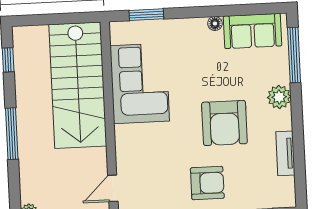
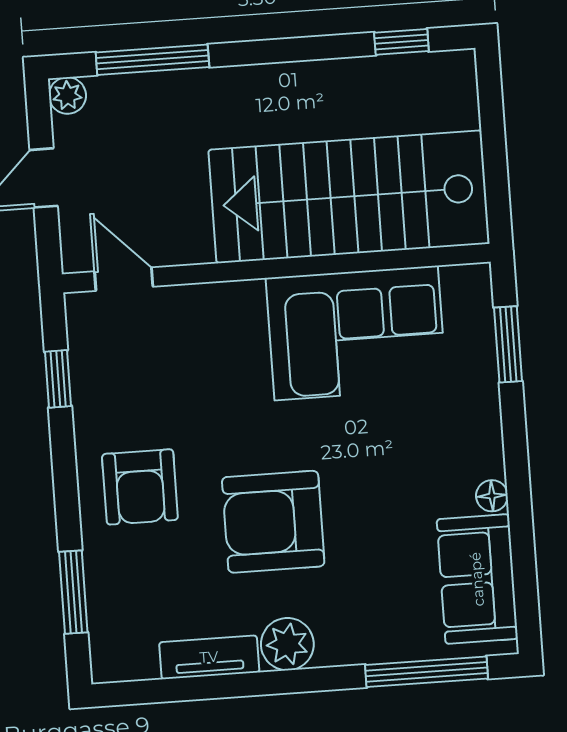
plant: (279, 97) -> (287, 644), moved
window: (12, 134) -> (152, 60), moved

